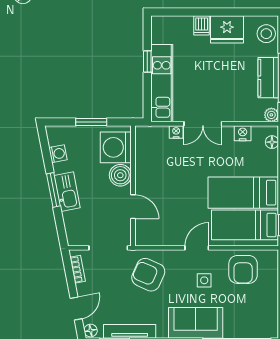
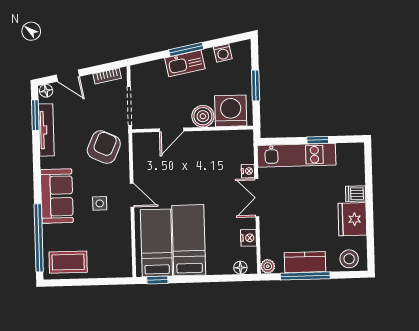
armchair: (243, 269) -> (112, 242), removed
coffee table: (262, 313) -> (68, 262), added

